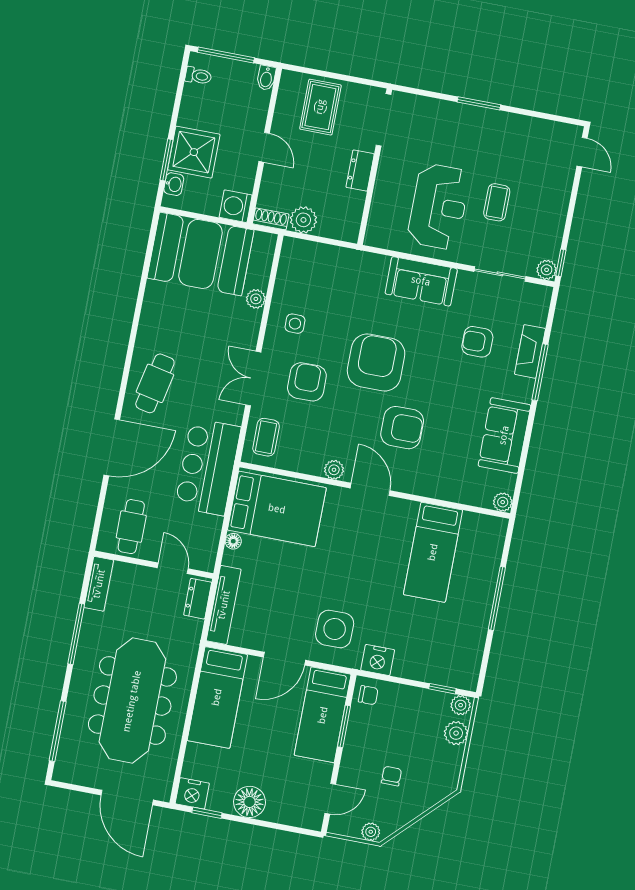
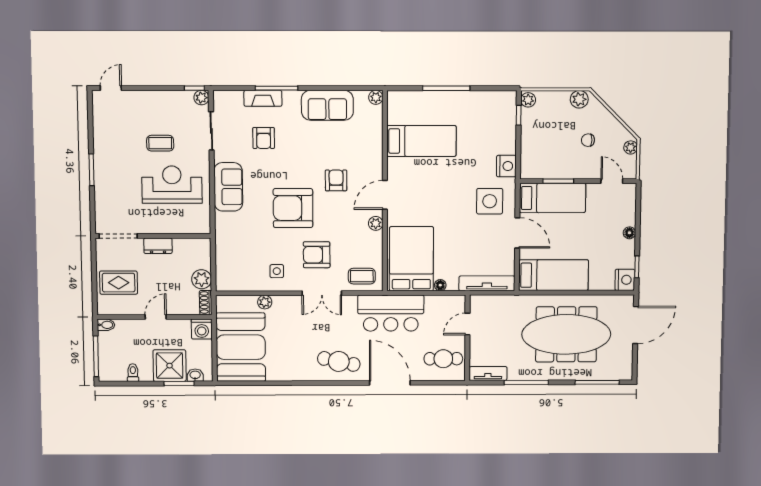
toilet: (198, 76) -> (133, 373), moved
armchair: (402, 428) -> (336, 180), width x0.72, depth x0.72
dresser: (198, 599) -> (486, 302), removed
chair: (368, 695) -> (533, 168), removed
plant: (456, 733) -> (579, 99), moved
floor lamp: (250, 802) -> (629, 233), width x0.53, depth x0.53

